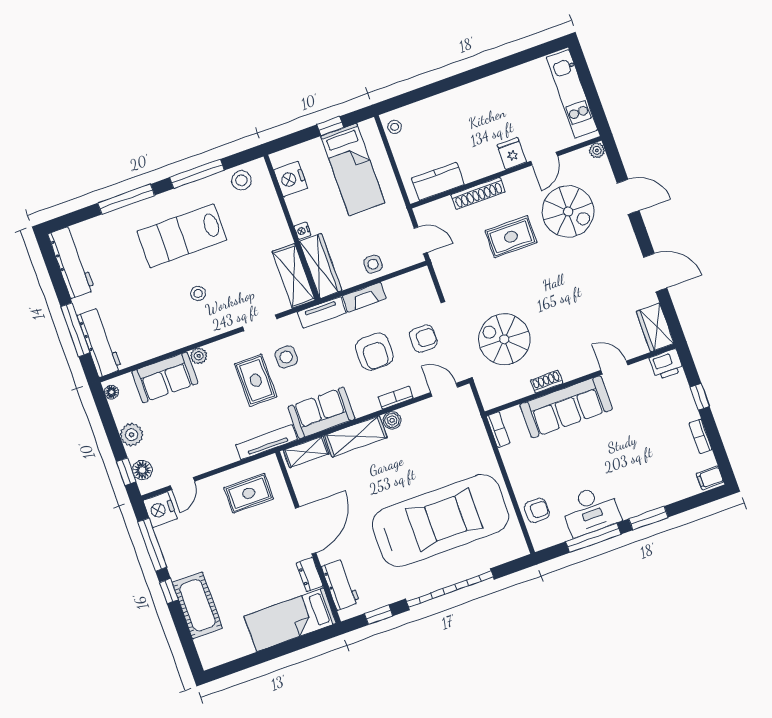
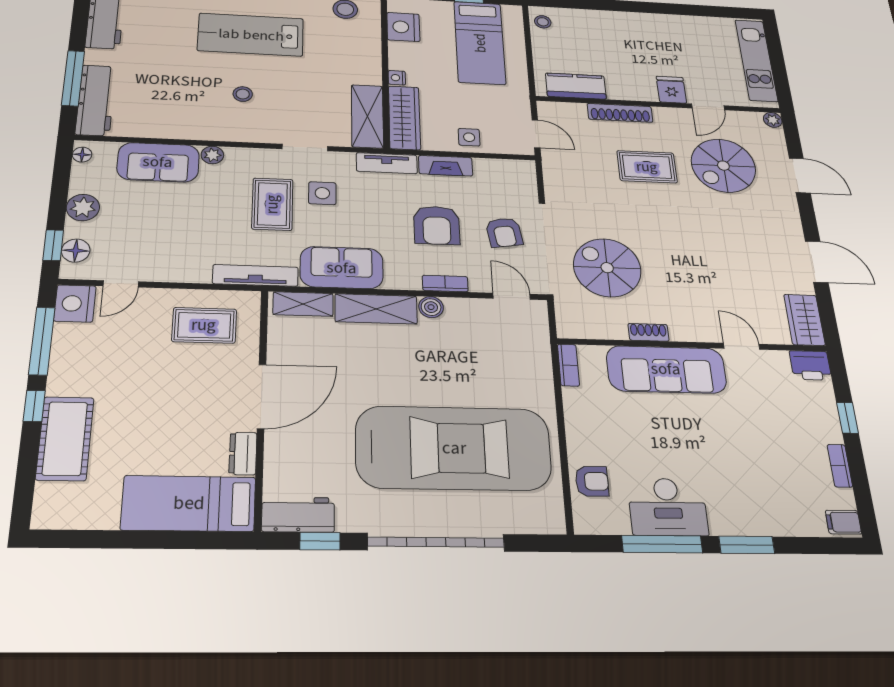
spiral stairs: (568, 212) -> (723, 166), turned 90
armchair: (423, 339) -> (504, 232), turned 81
workbench: (340, 584) -> (298, 515), moved, turned -90

